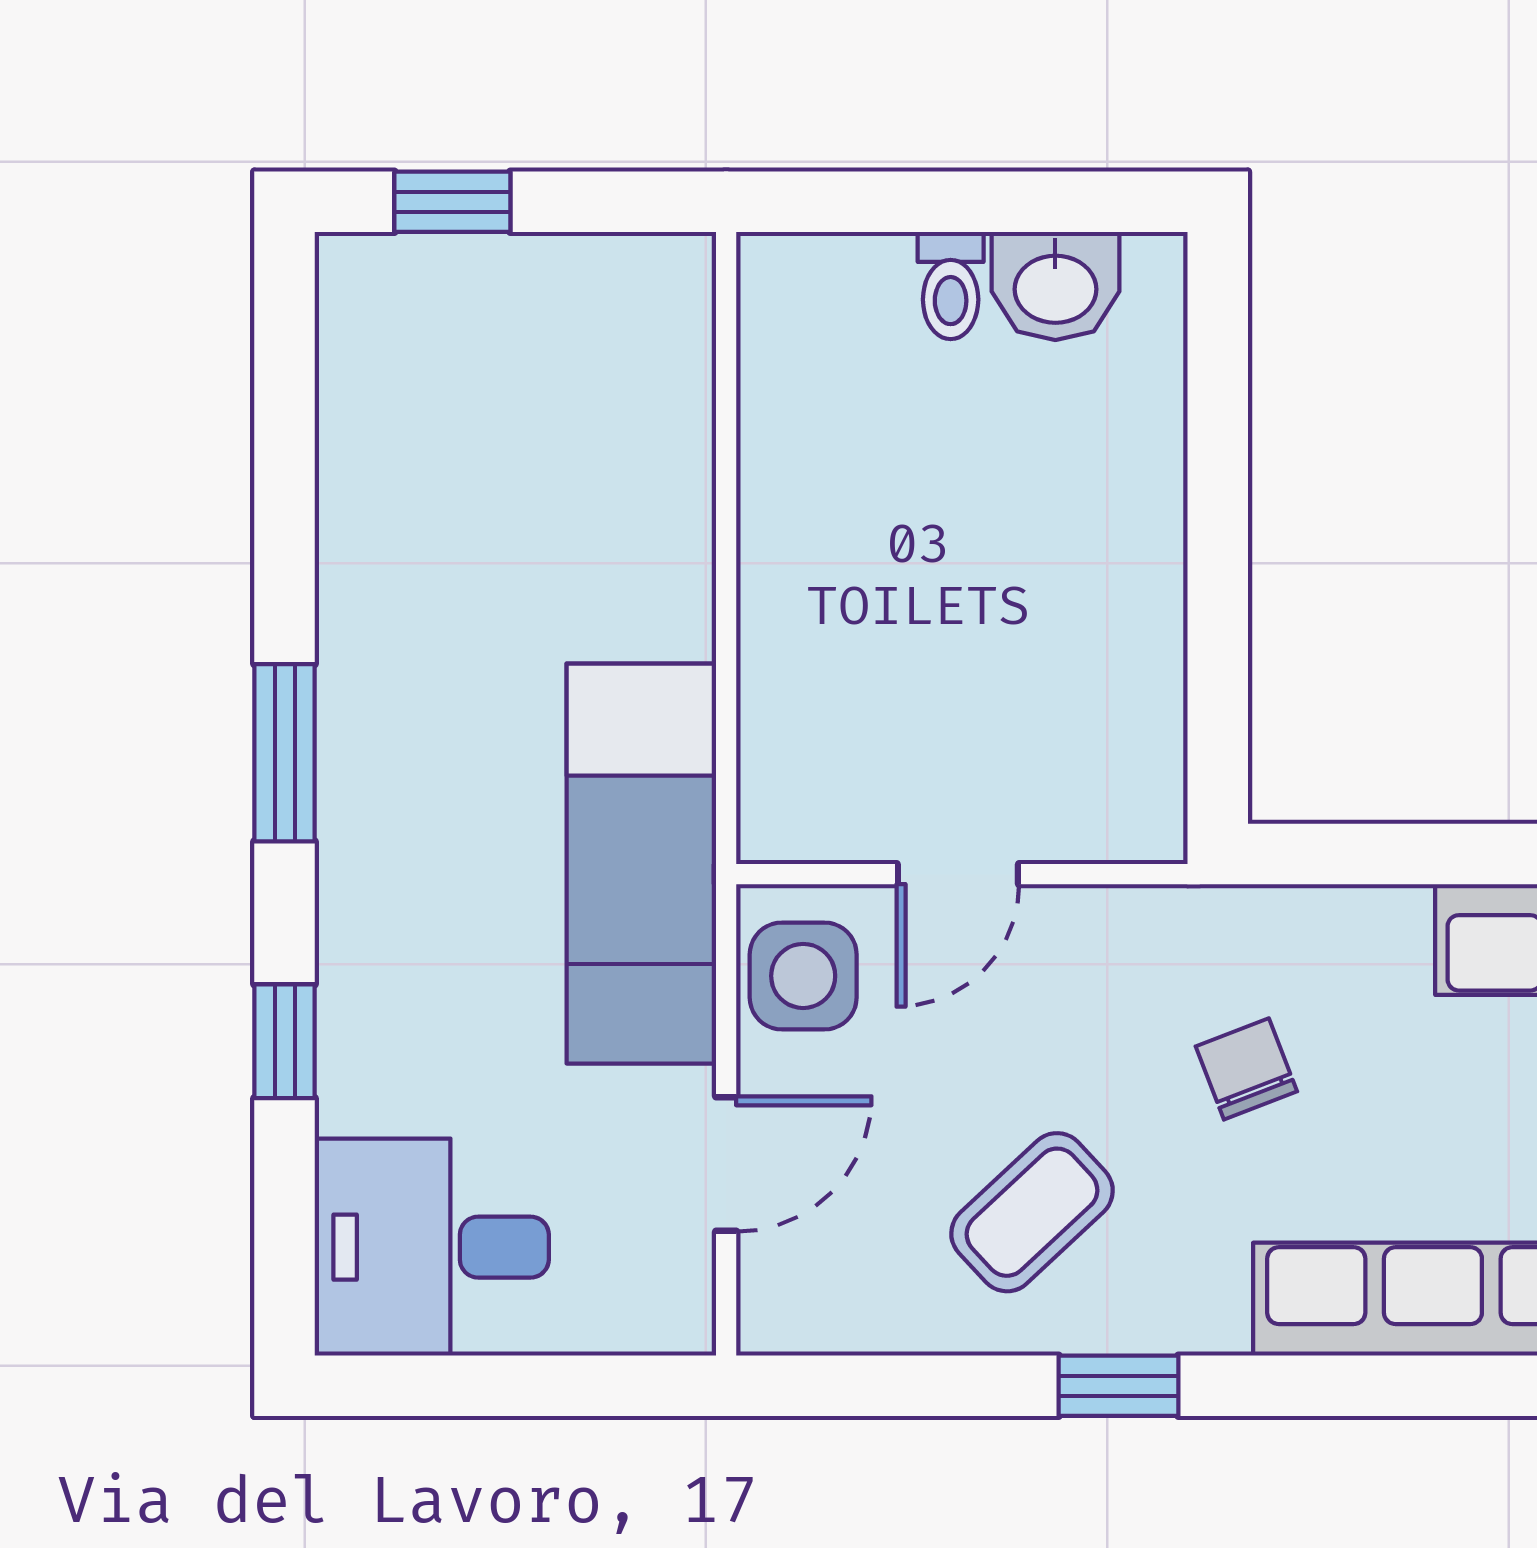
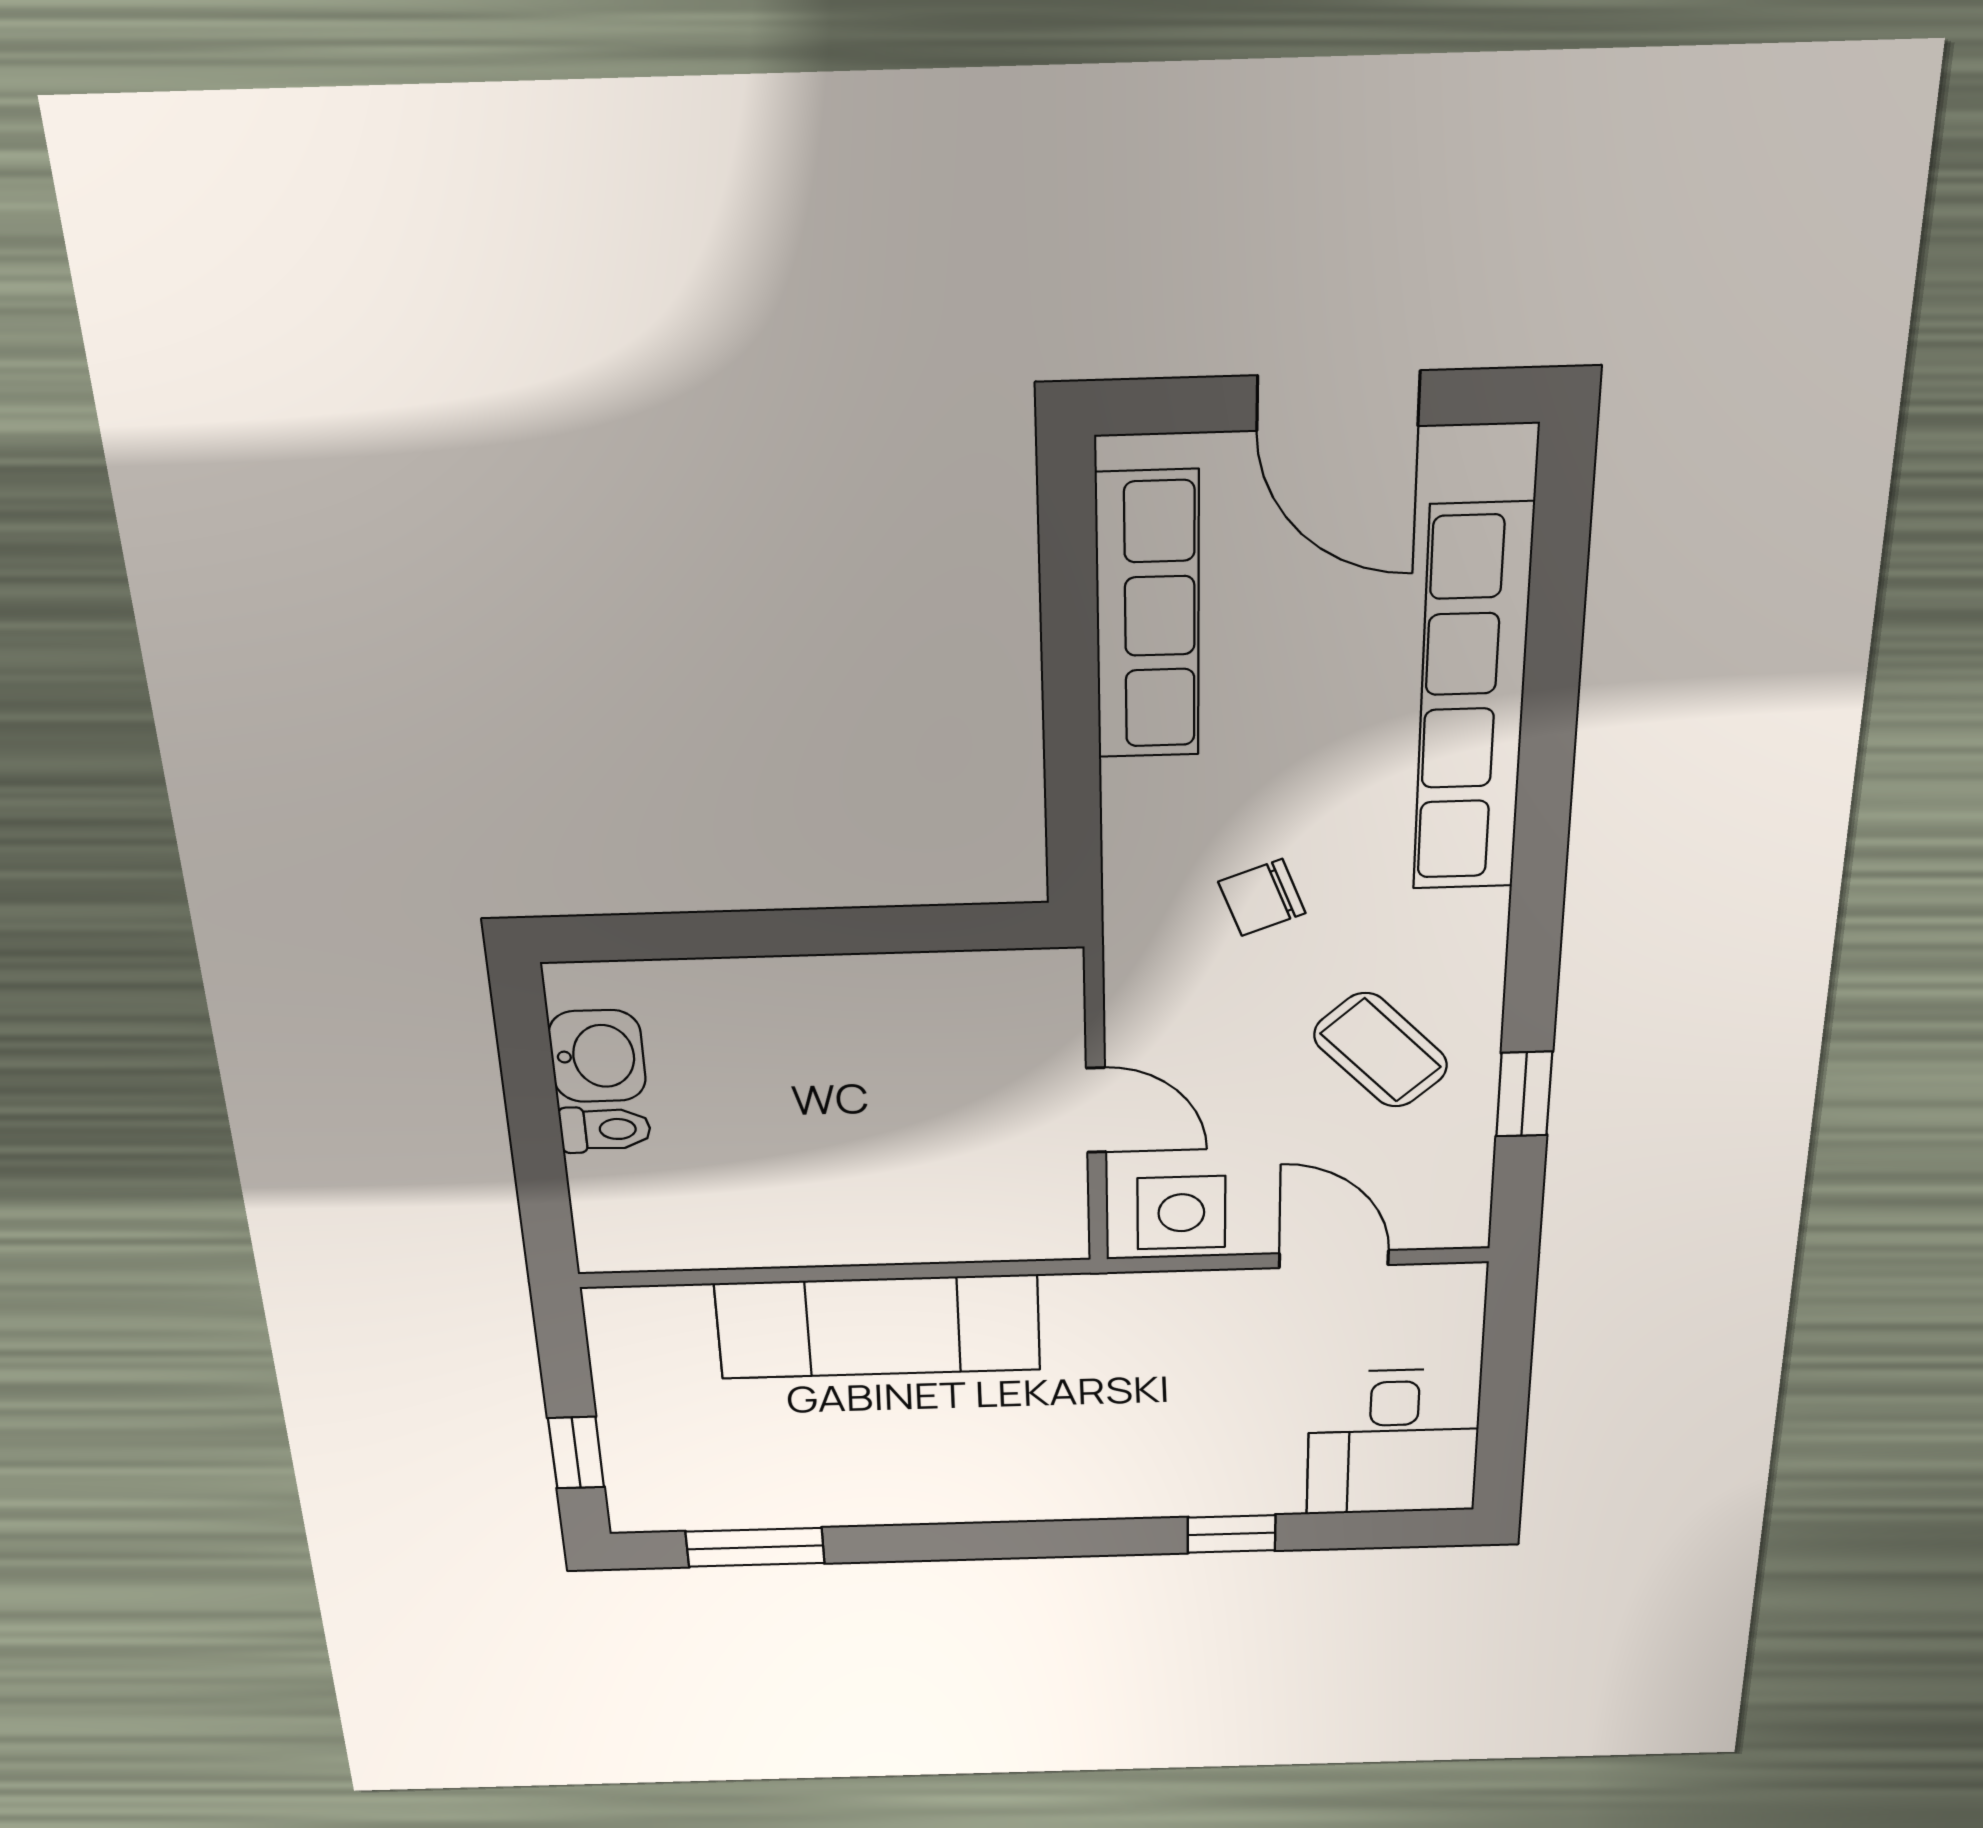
window: (285, 753) -> (755, 1547), moved
exam couch: (641, 864) -> (878, 1327), moved
window: (1119, 1386) -> (1524, 1094), moved

